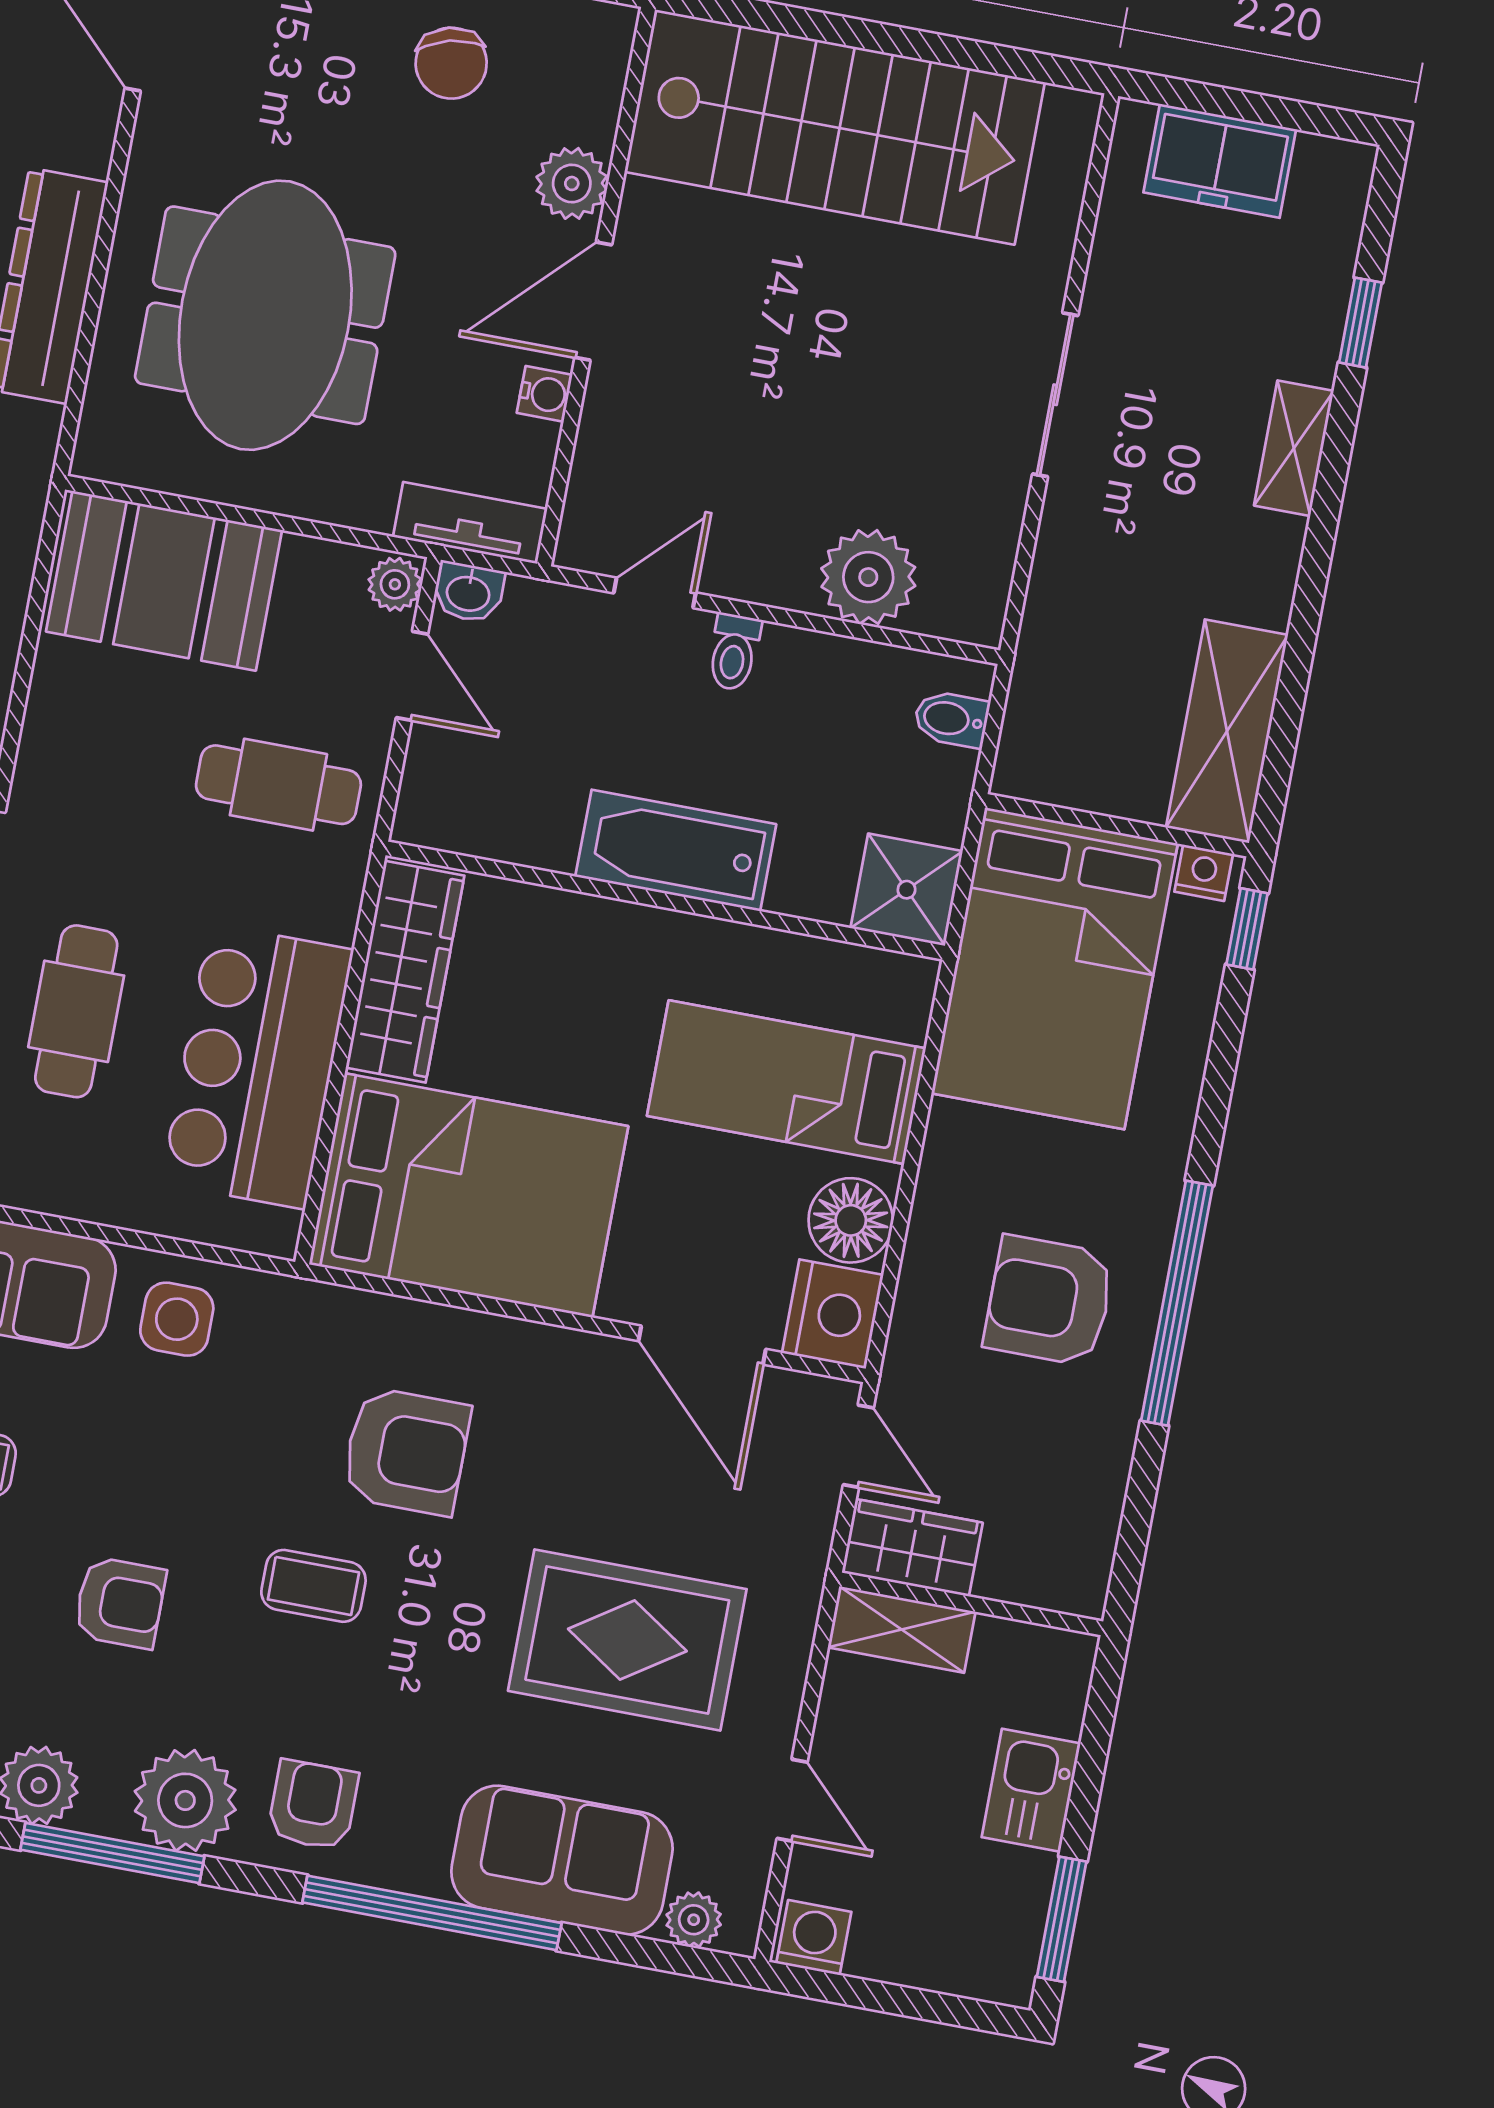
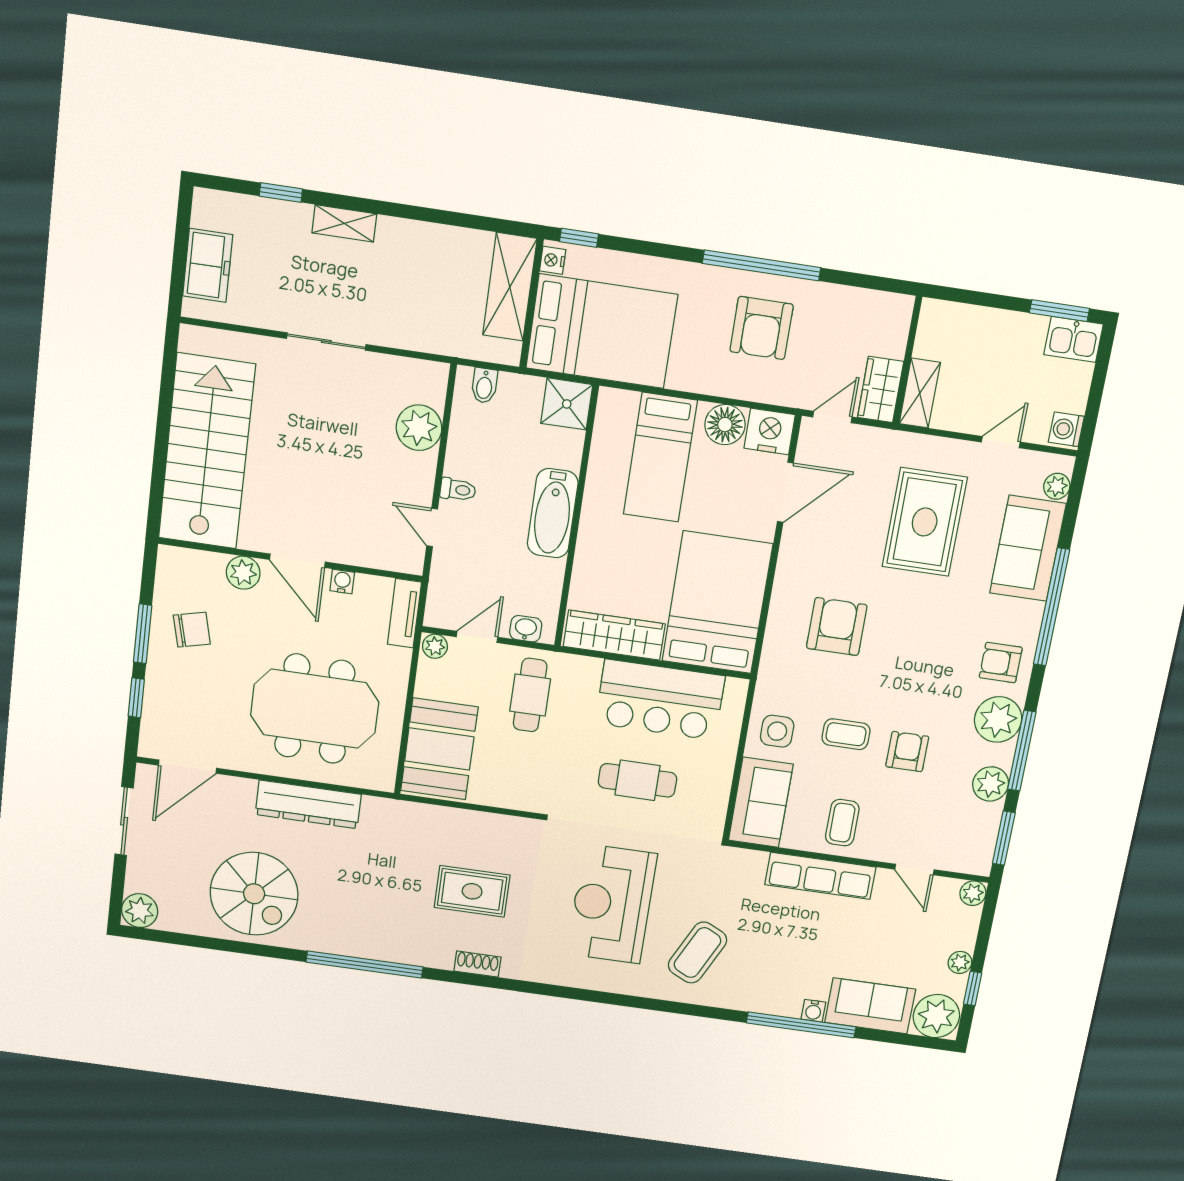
washbasin: (468, 592) -> (526, 629), moved, turned -90
shelving: (1227, 731) -> (510, 287), moved, turned 90
coffee table: (313, 1586) -> (846, 734), moved, turned 90
kitchen sink: (1031, 1790) -> (1073, 339), moved

